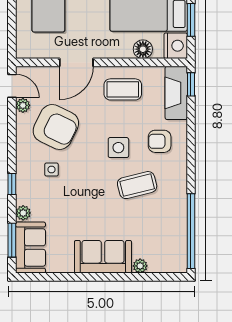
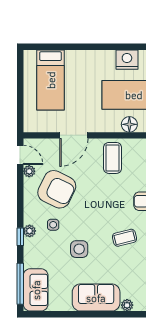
coffee table: (123, 89) -> (113, 158), turned 90
side table: (118, 148) -> (79, 249), moved
coffee table: (137, 185) -> (125, 238), width x0.73, depth x0.77
plant: (23, 213) -> (30, 231), moved
window: (12, 240) -> (20, 284), width x1.44

